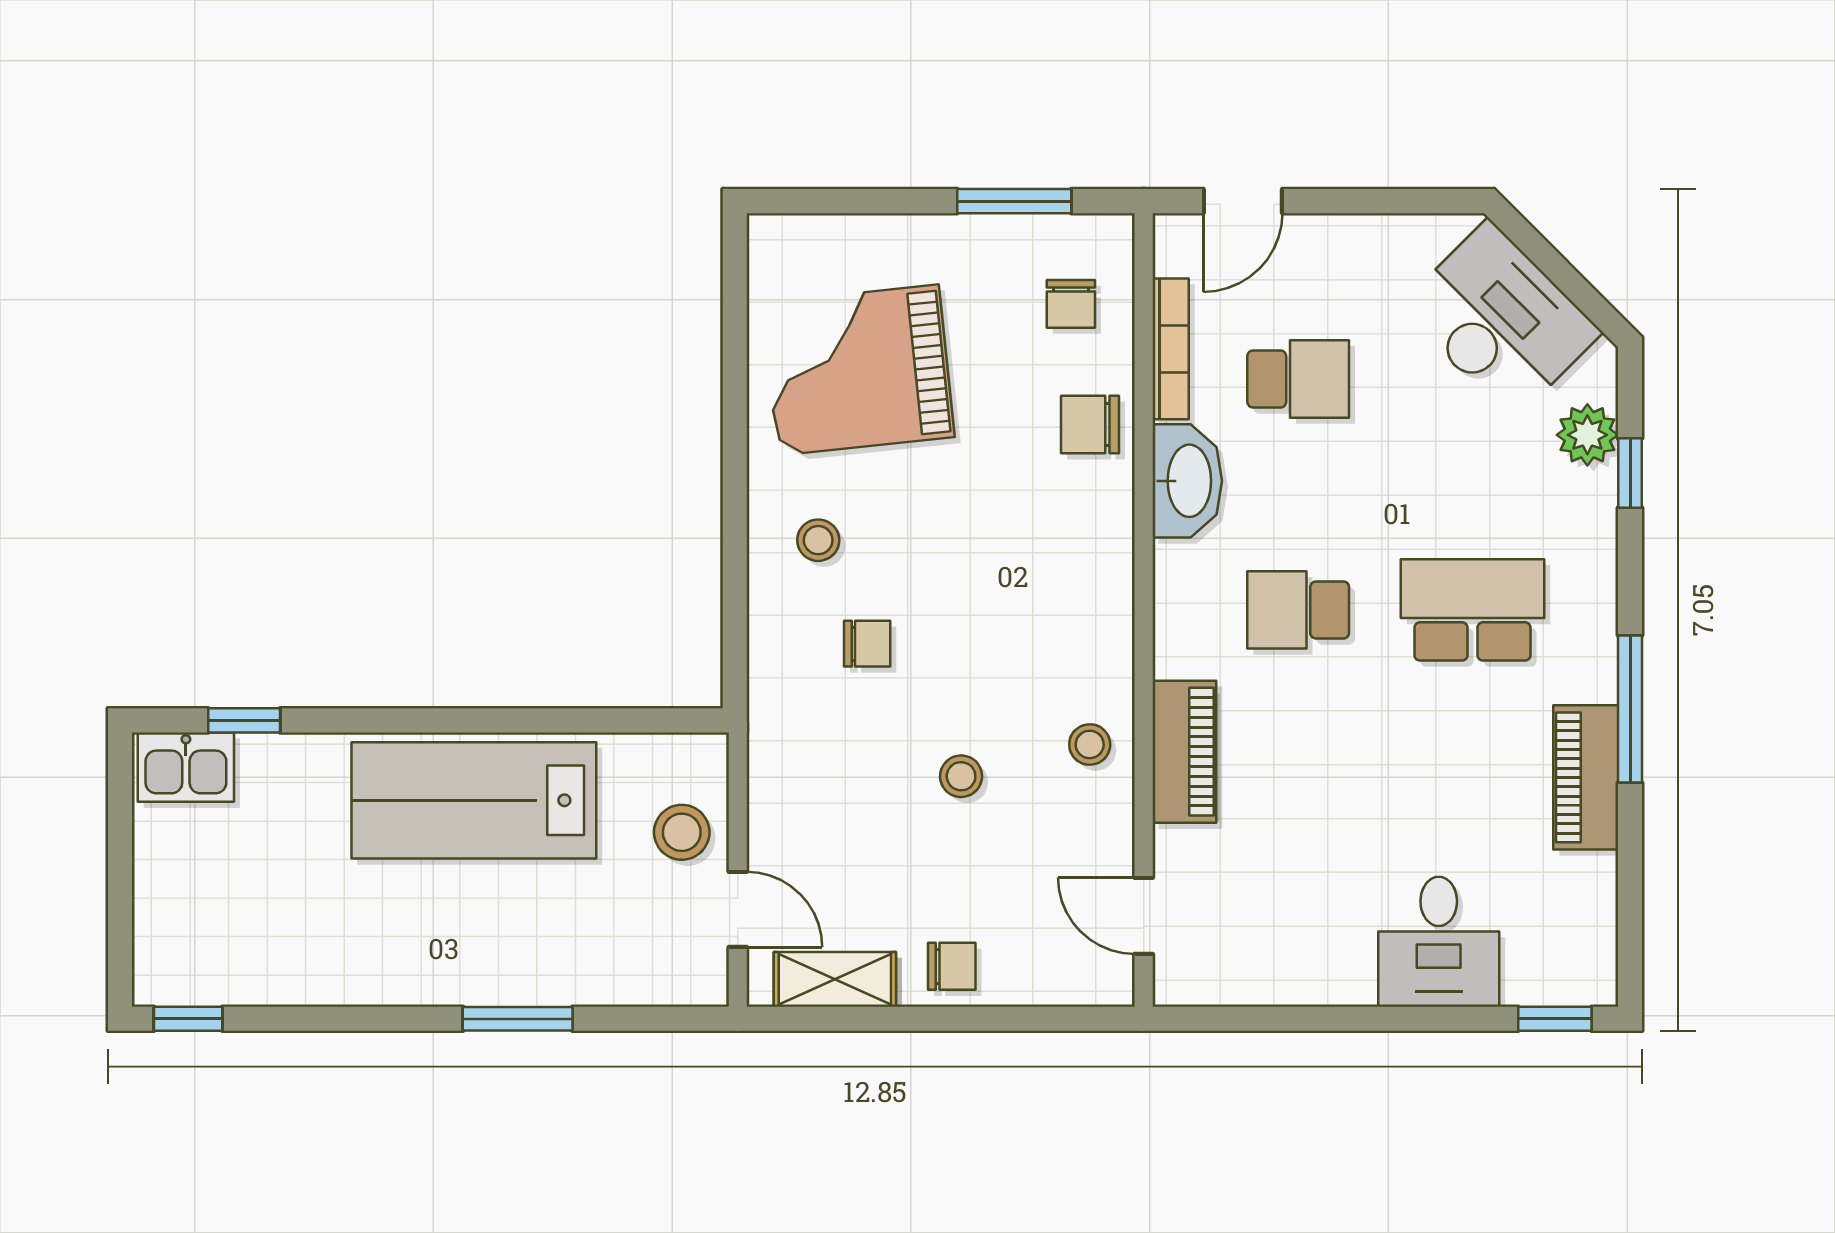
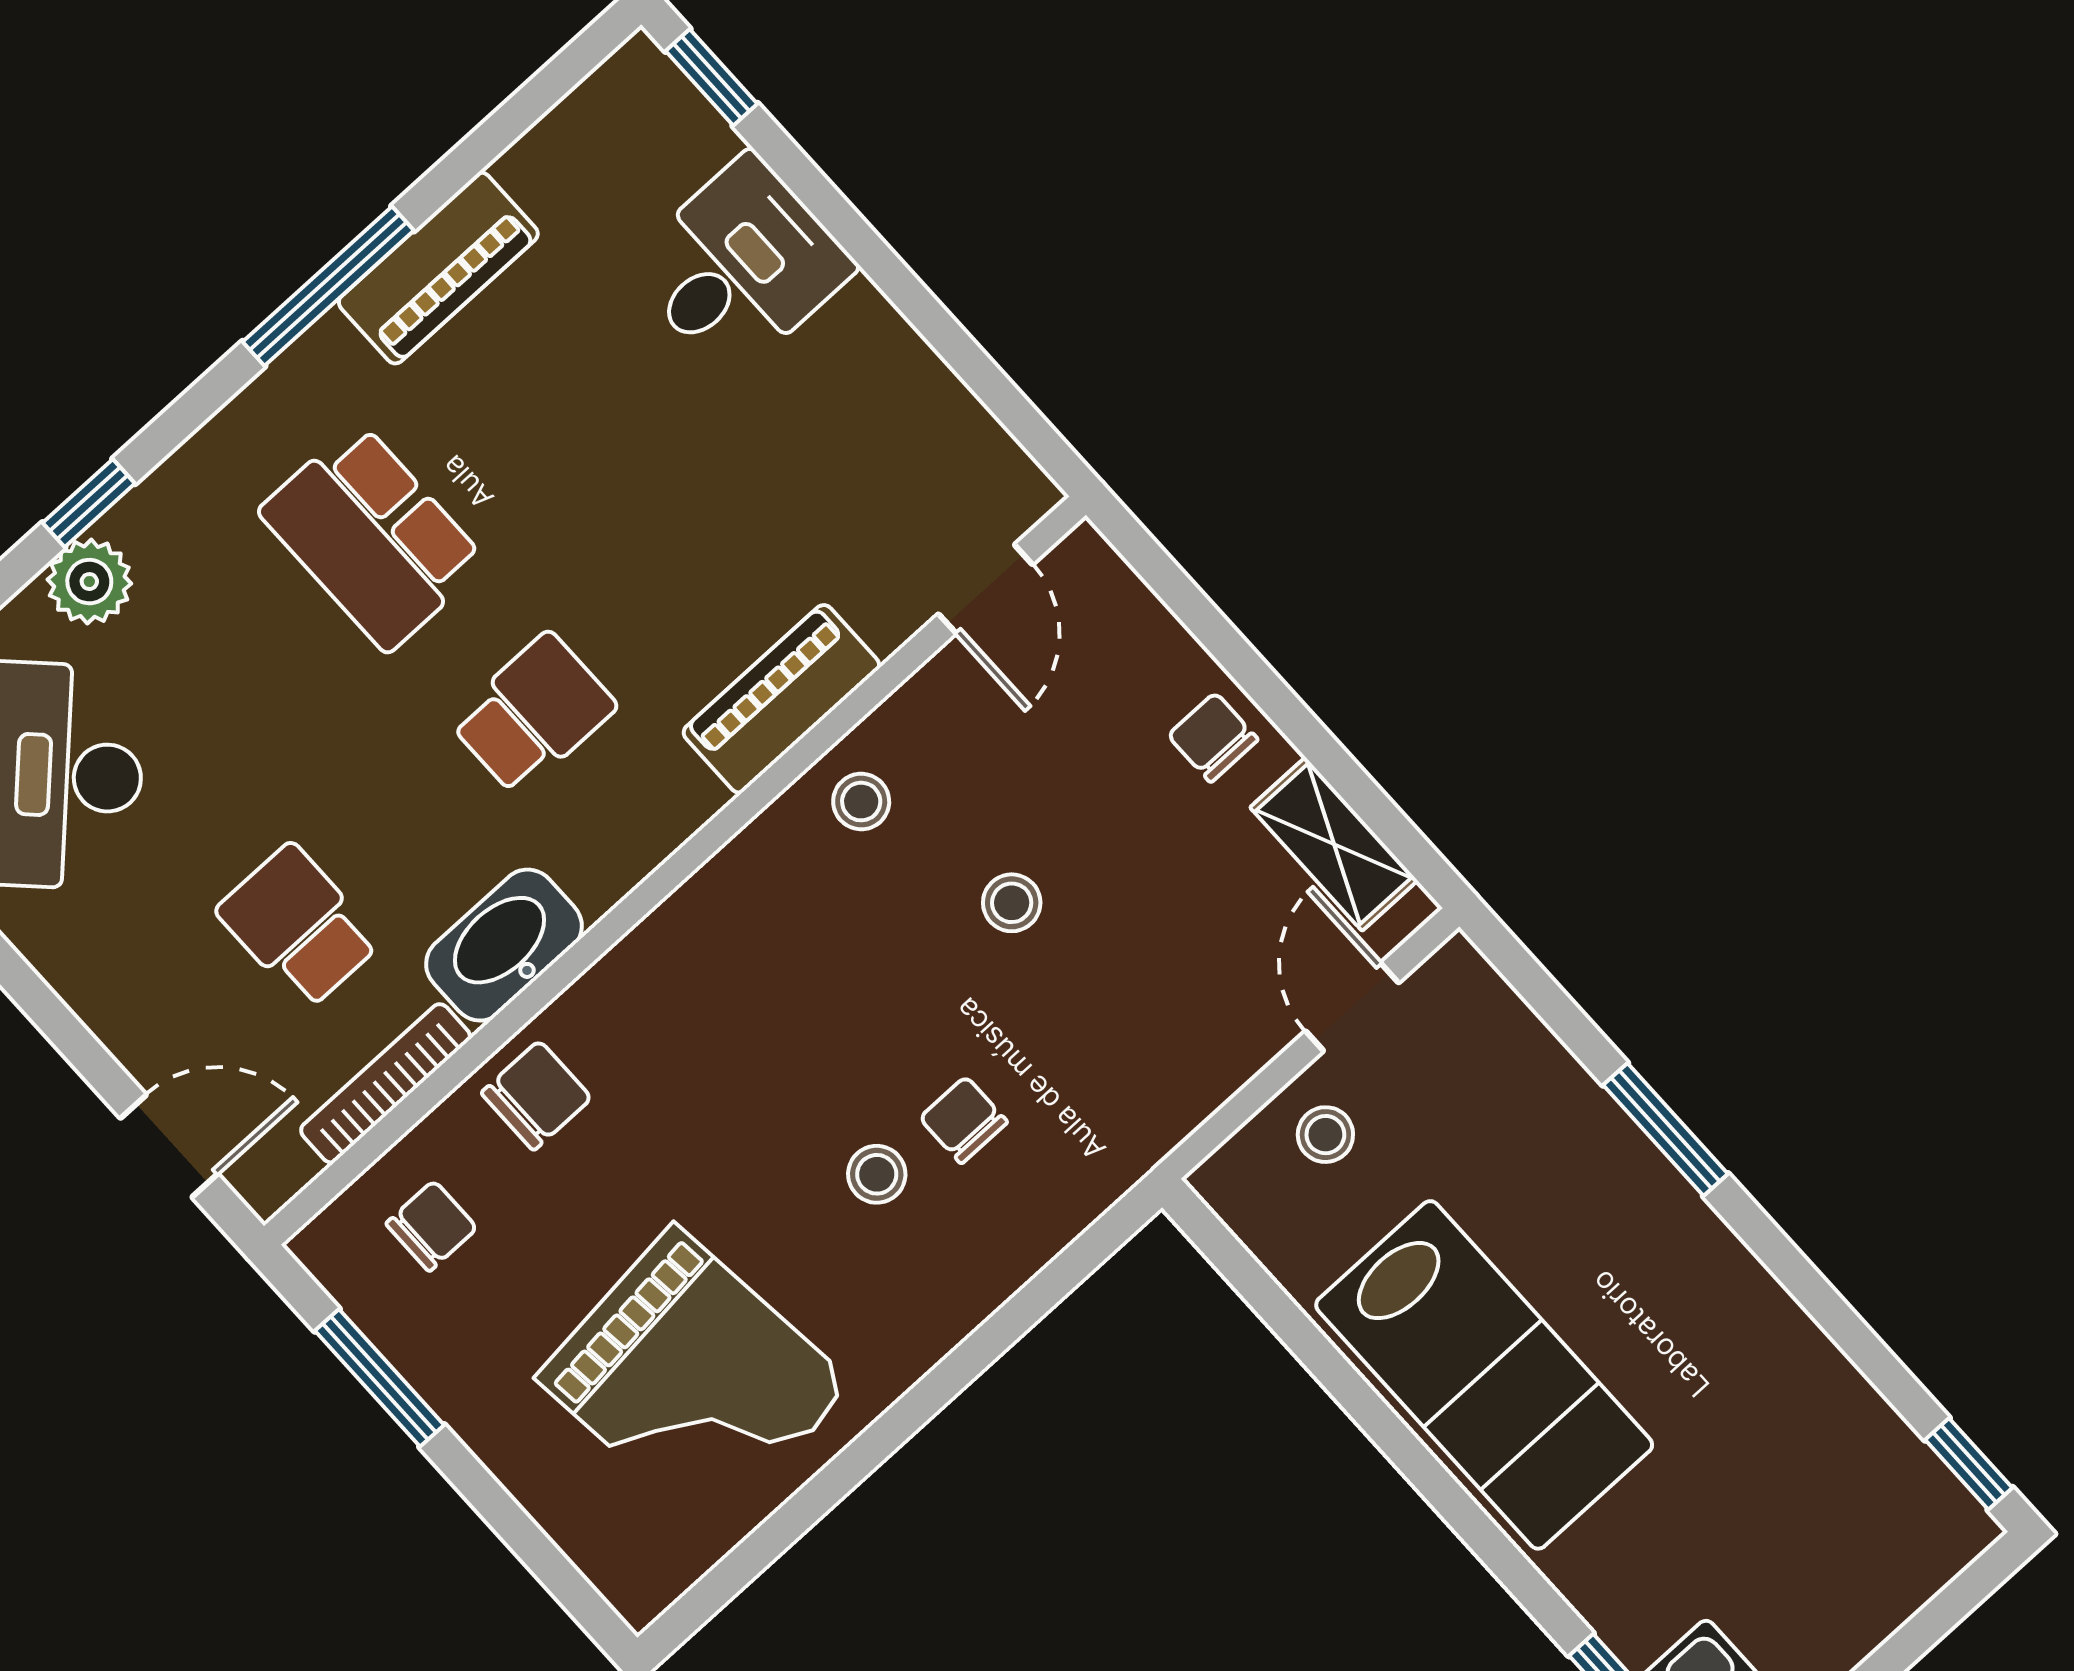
chair: (1090, 425) -> (536, 1095), turned -90
stool: (818, 540) -> (877, 1174), moved
school desk: (1298, 610) -> (533, 714), turned -90
stool: (682, 832) -> (1325, 1135), width x0.73, depth x0.73

